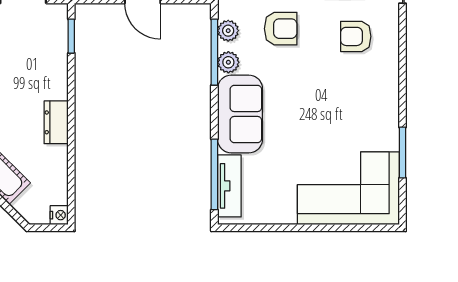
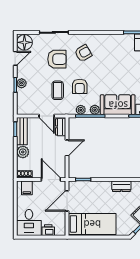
armchair: (281, 29) -> (80, 86), turned 180
armchair: (356, 36) -> (83, 53), turned -120

